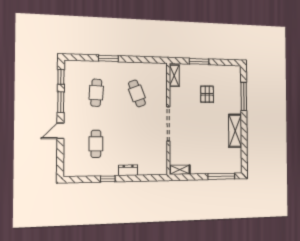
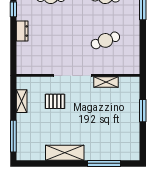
shelving: (174, 76) -> (106, 82), moved
pallet: (207, 94) -> (55, 101), moved
shelving: (180, 170) -> (22, 101), moved

